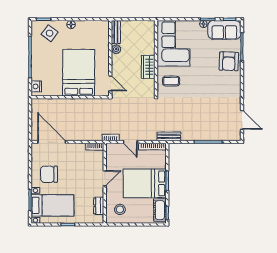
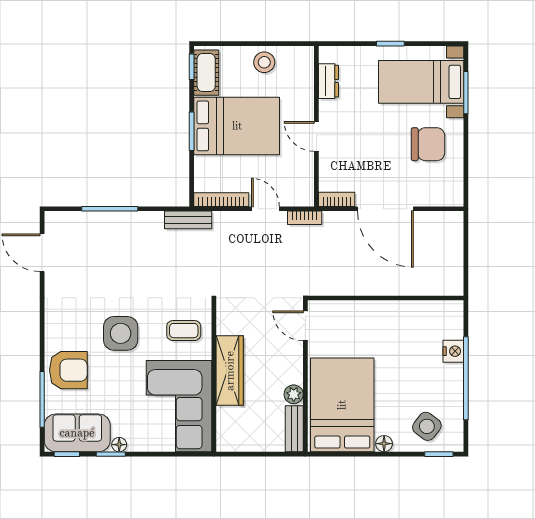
armchair: (229, 61) -> (68, 370), turned 88
wardrobe: (148, 67) -> (230, 371), width x1.50
bed: (79, 73) -> (342, 405), moved, turned 180
side table: (203, 80) -> (121, 333), added
nightstand: (36, 86) -> (453, 351), moved
door: (52, 142) -> (385, 209), moved
door: (105, 178) -> (316, 136), hinge flipped
stool: (120, 209) -> (264, 62), moved

